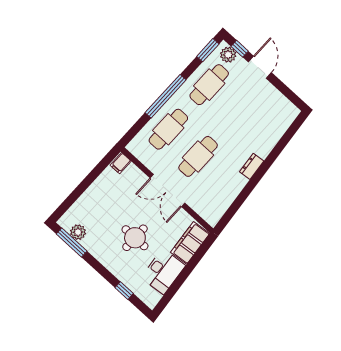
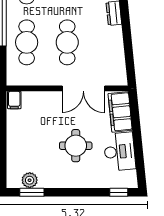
double door: (168, 190) -> (83, 88), moved
window: (72, 242) -> (32, 192), width x0.69
window: (124, 291) -> (119, 192), moved

